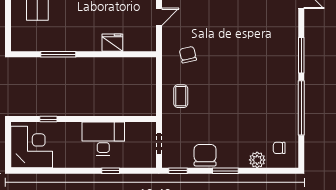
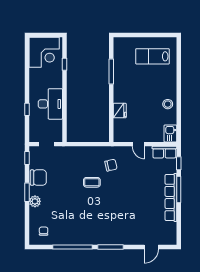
coffee table: (181, 96) -> (92, 182), moved
plant: (257, 160) -> (35, 201), moved

